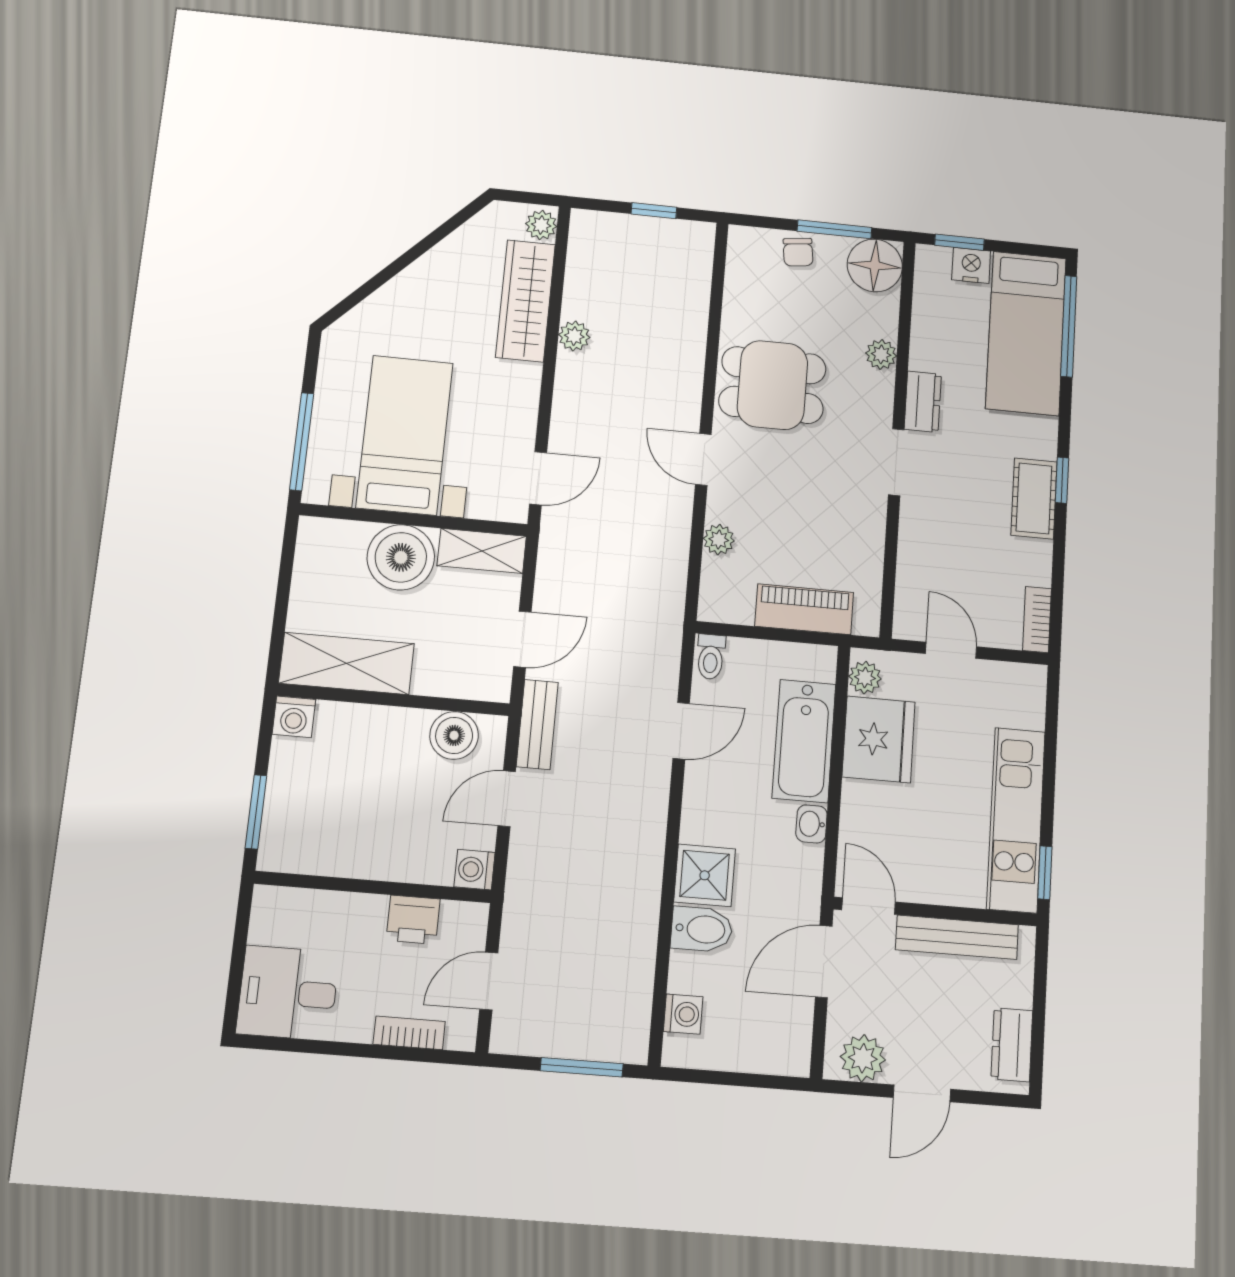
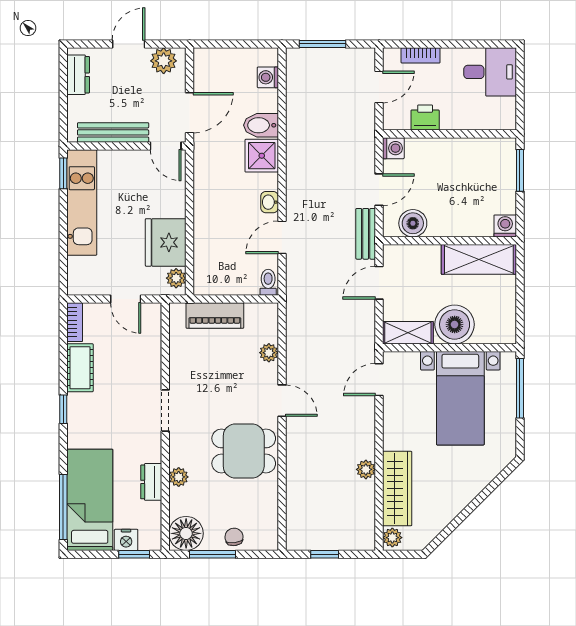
dresser: (923, 402) -> (151, 482), moved
cot: (1034, 498) -> (80, 368), moved
bathtub: (804, 741) -> (210, 238), removed
washbasin: (811, 824) -> (270, 202), moved, turned 180

